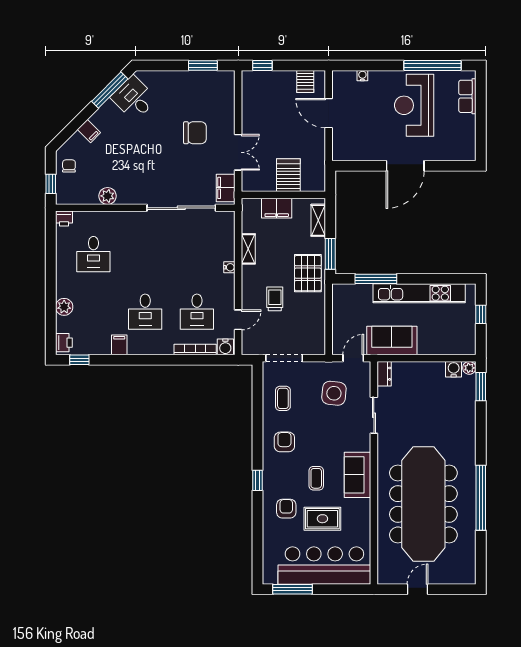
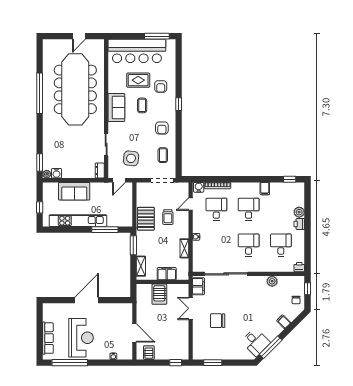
row of seats: (467, 96) -> (48, 338), width x1.48
desk: (145, 254) -> (249, 245), added
pallet: (308, 273) -> (146, 219), moved
sofa: (392, 340) -> (74, 191), moved
printer: (64, 343) -> (299, 224), moved

